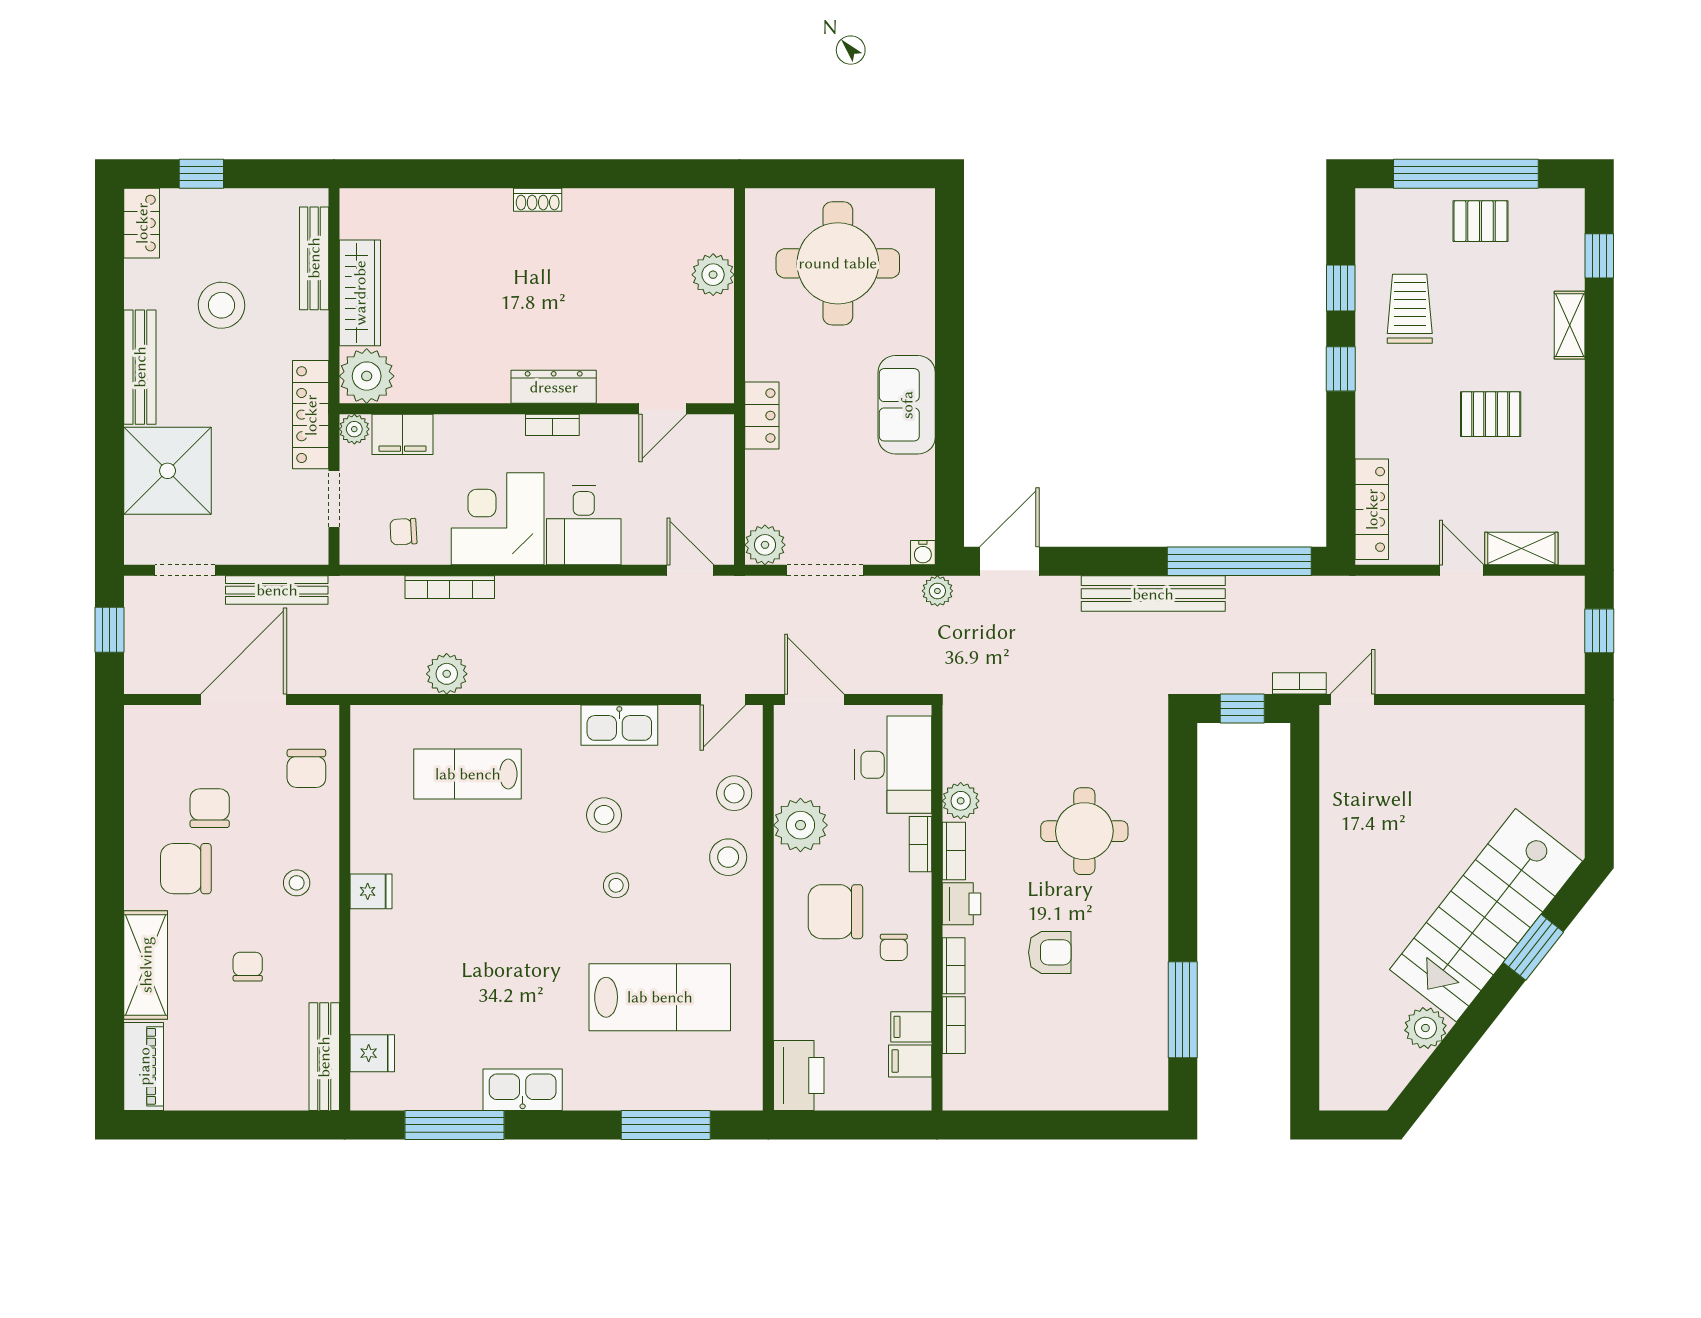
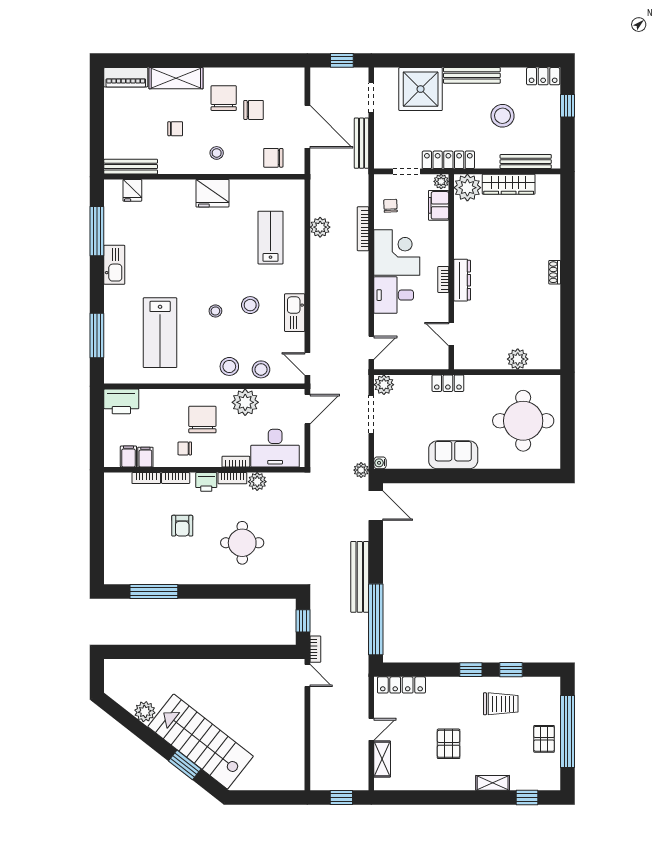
fridge: (371, 891) -> (212, 193), width x1.88, depth x1.34

